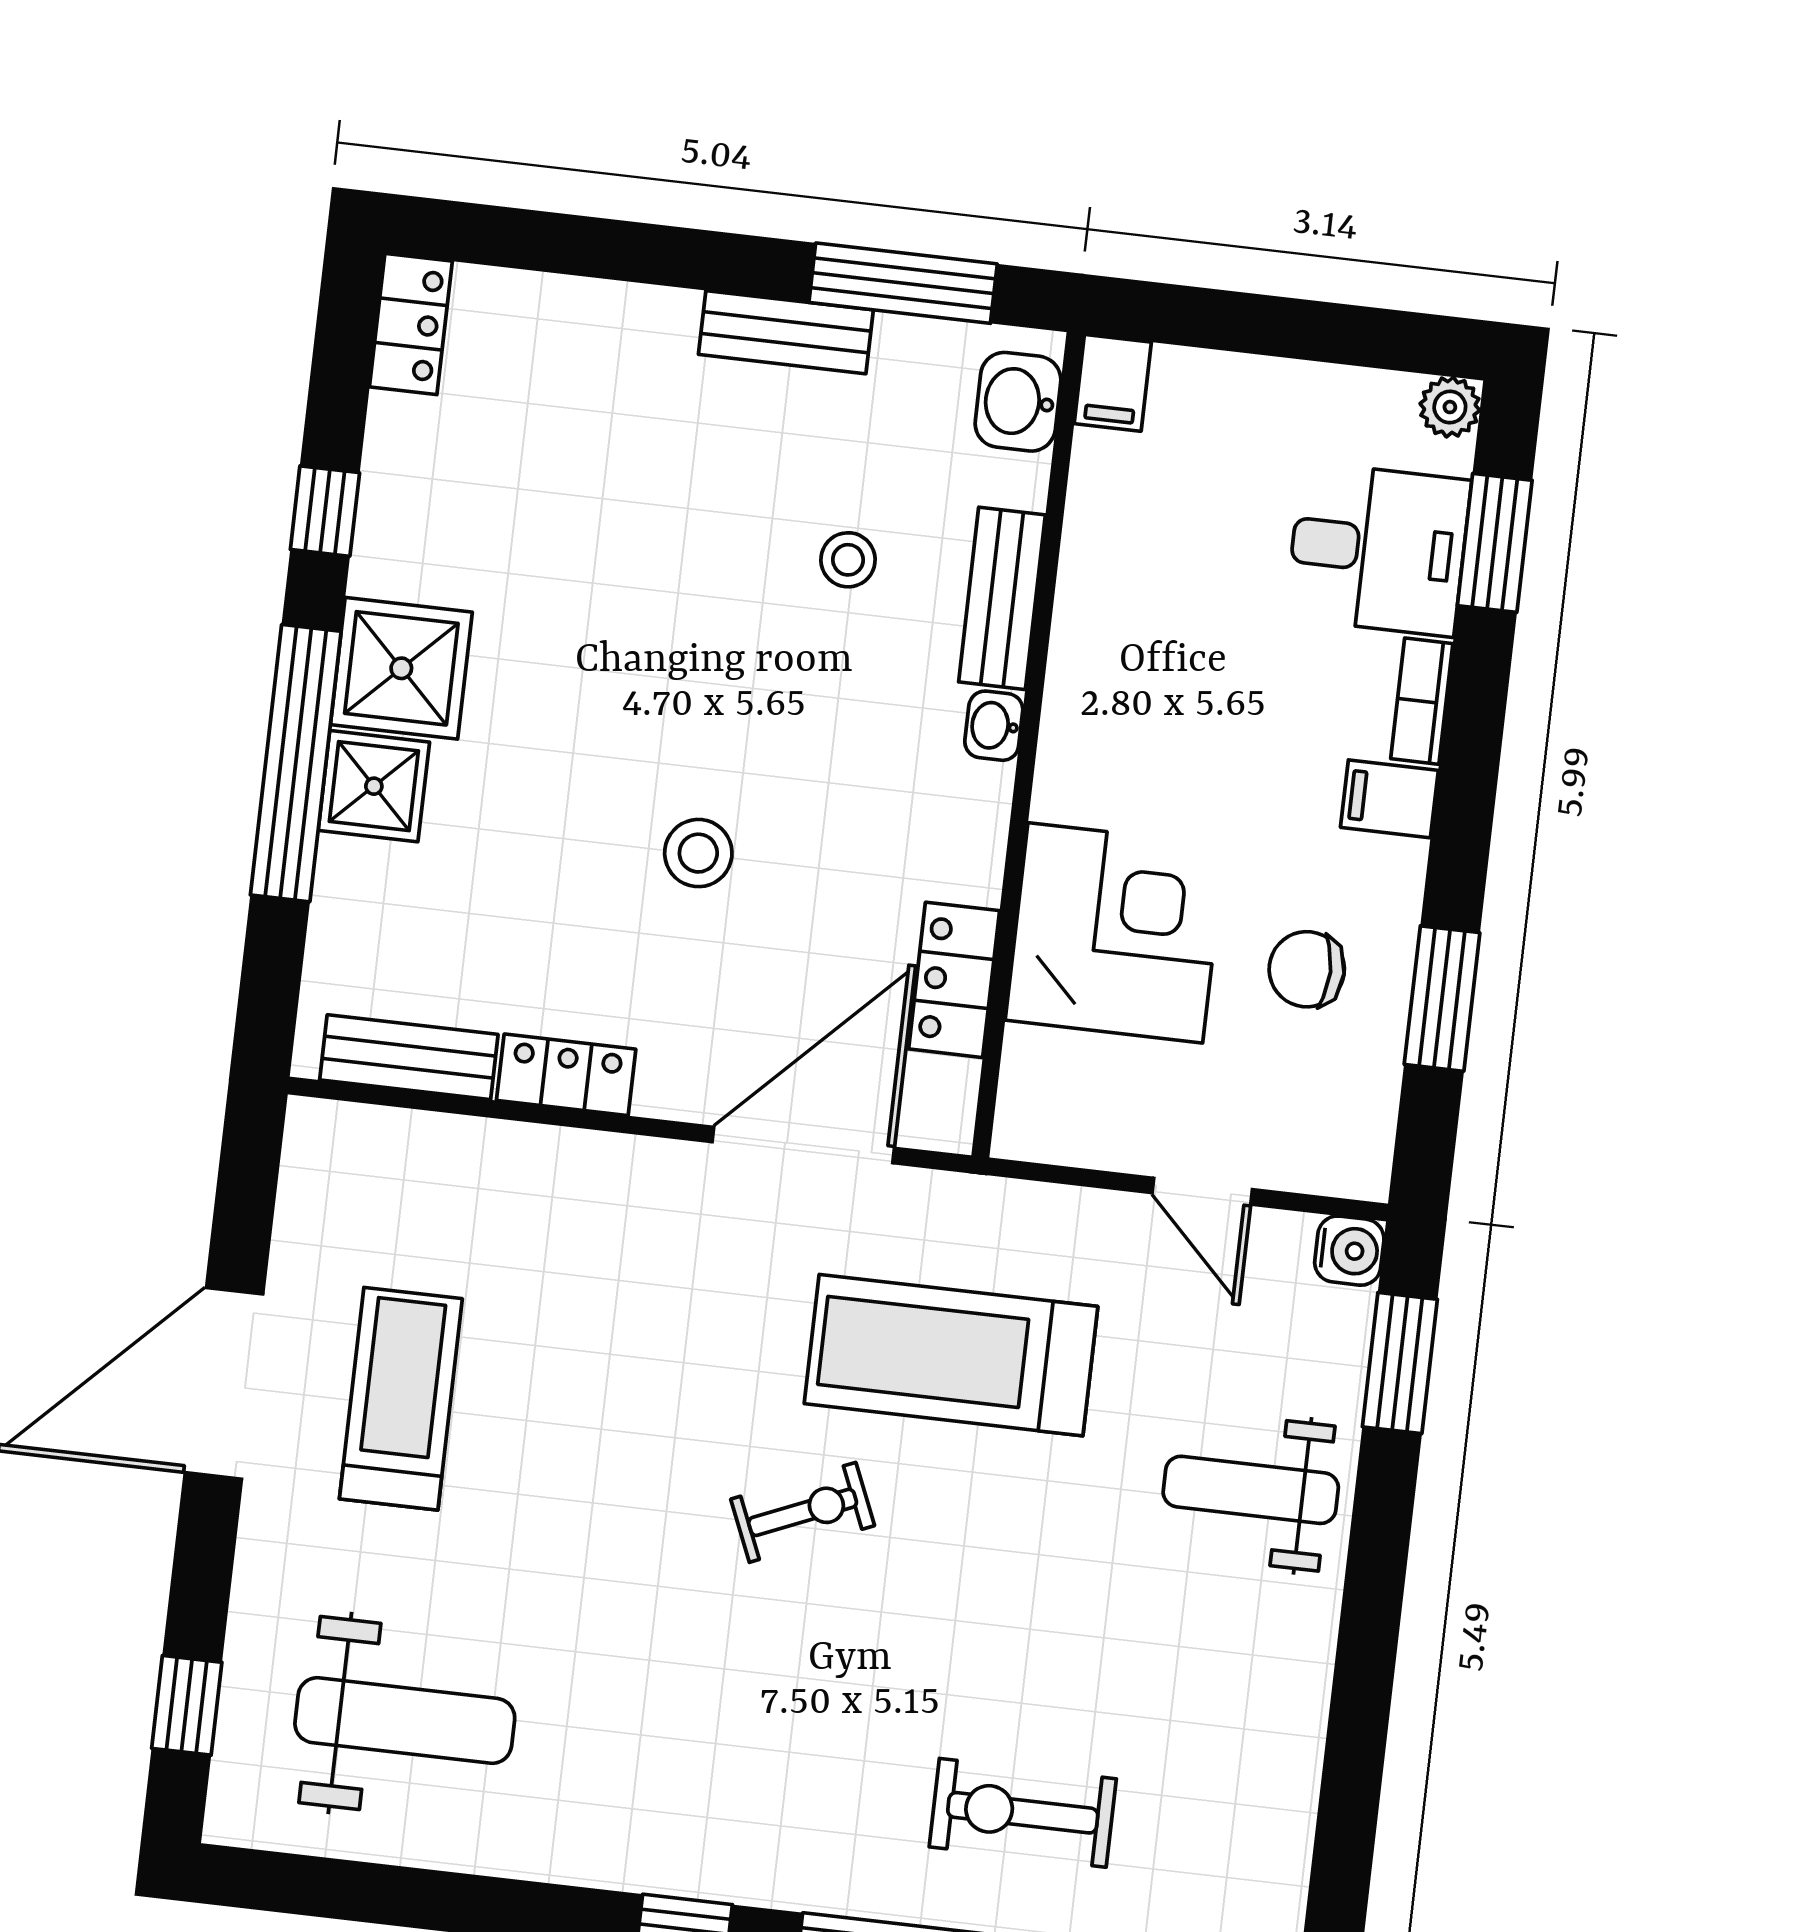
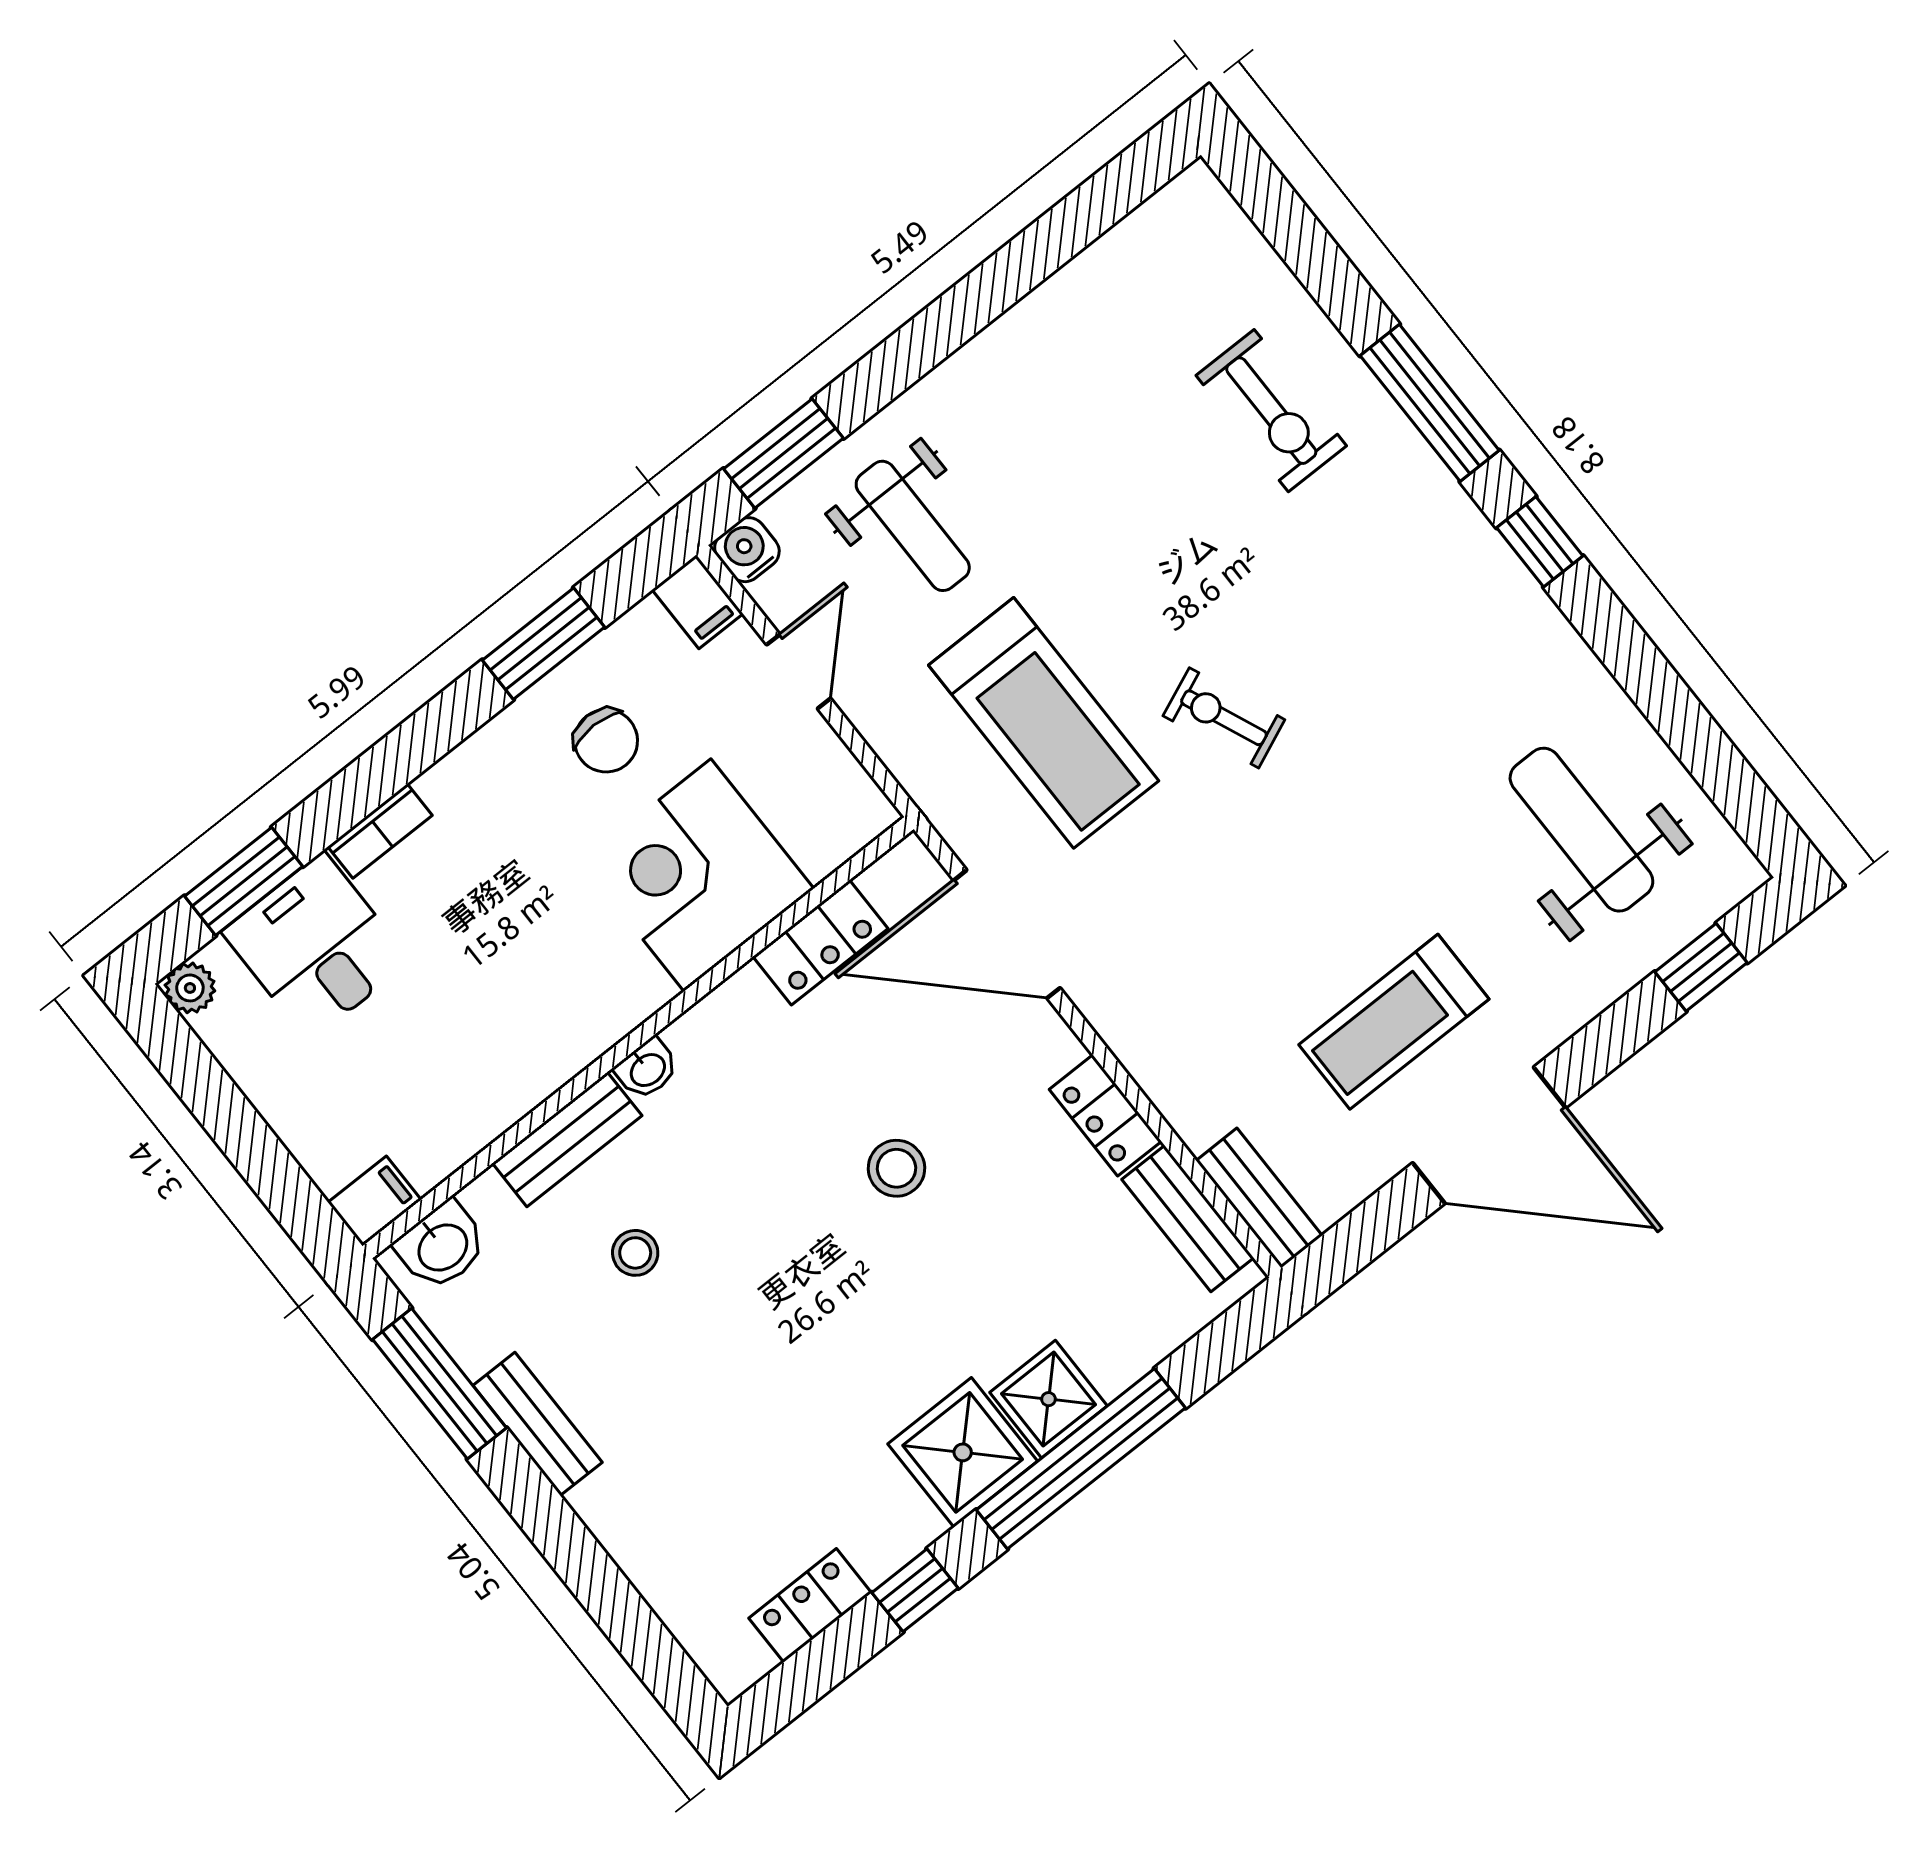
locker: (411, 324) -> (810, 1605), moved
filing cabinet: (1389, 799) -> (698, 602), moved
bench: (366, 1135) -> (1259, 1198), added
weight bench: (1251, 1490) -> (913, 526), moved

